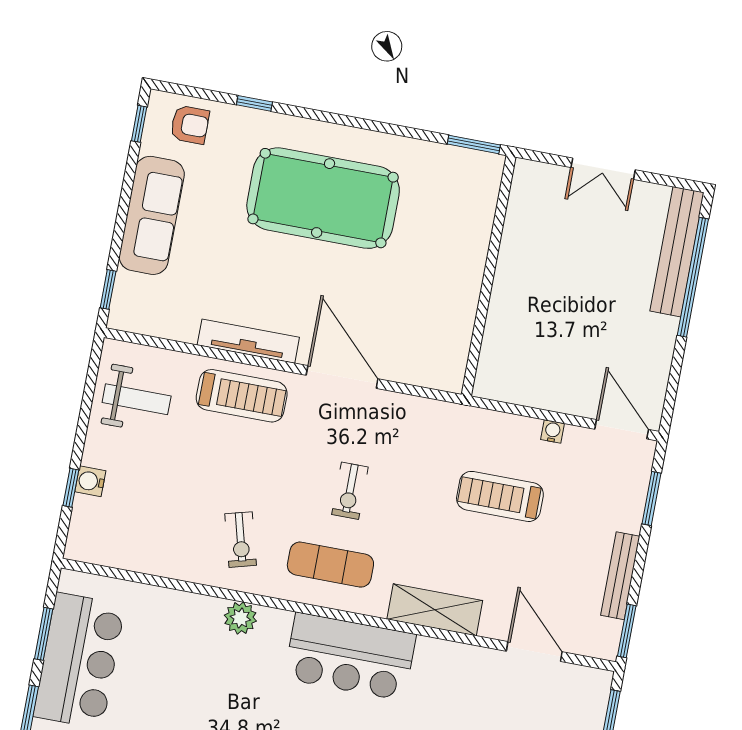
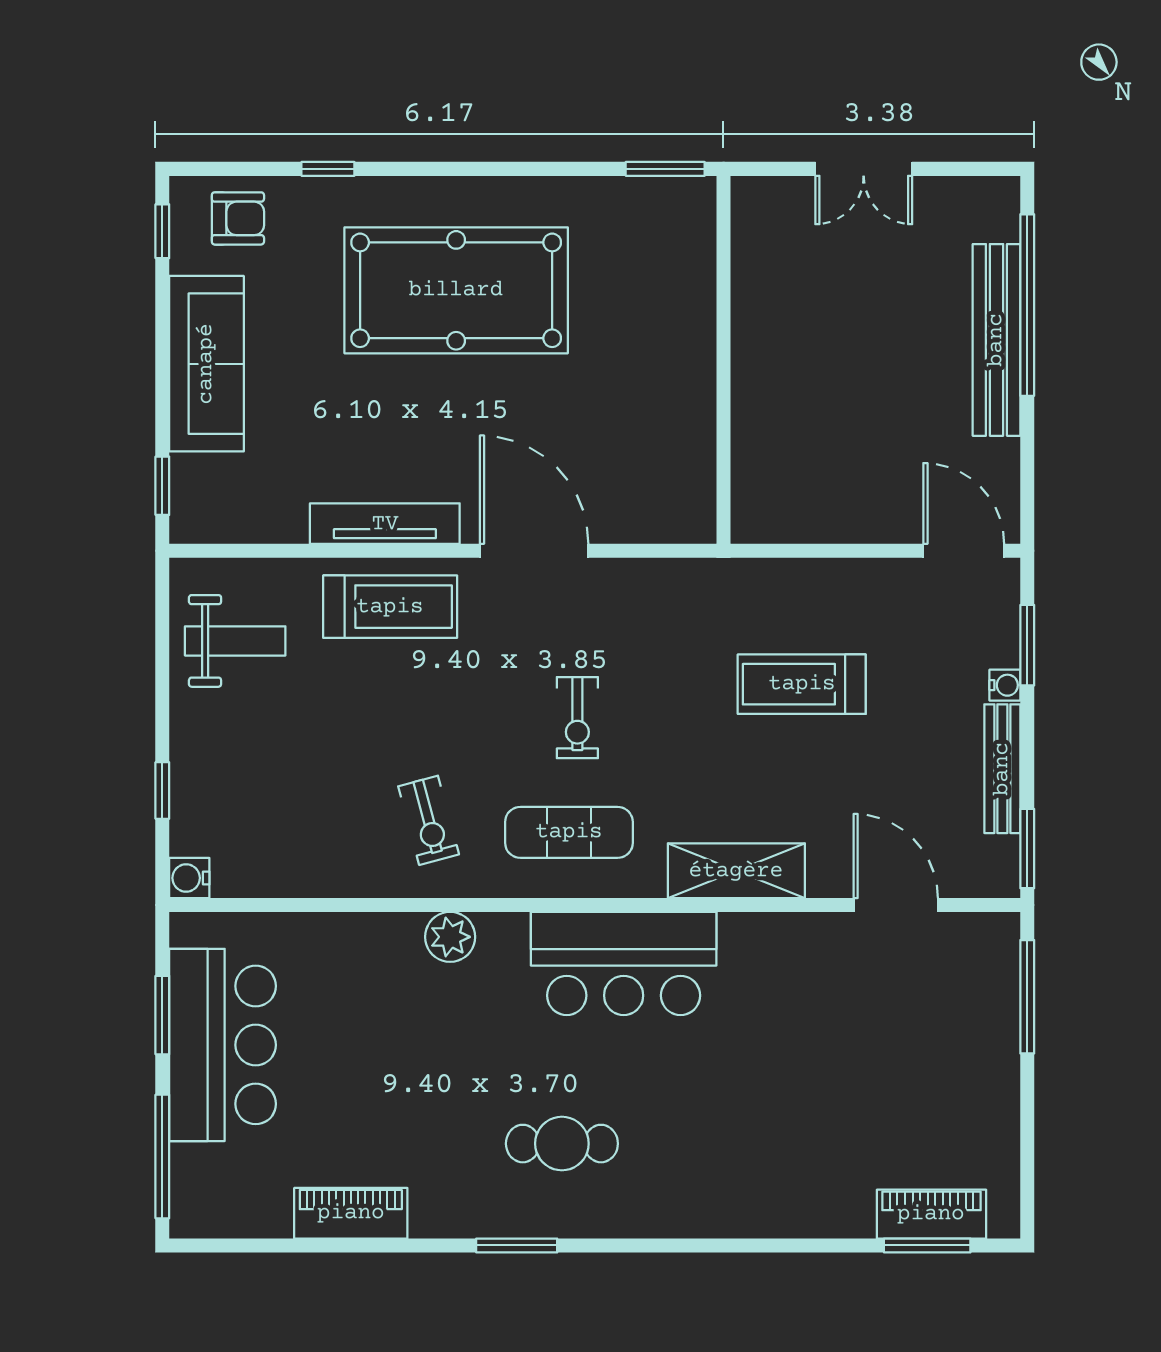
bench: (677, 252) -> (996, 340), moved
water cooler: (553, 431) -> (1005, 685), moved, turned 90
water cooler: (90, 481) -> (189, 878), moved

